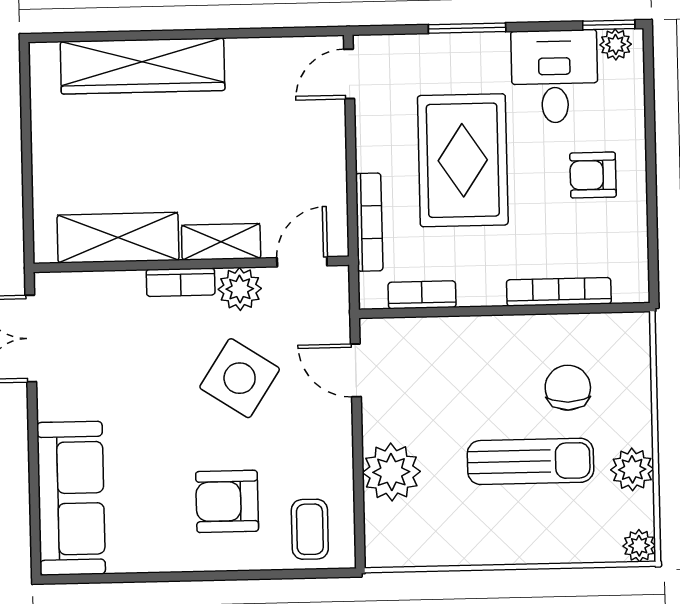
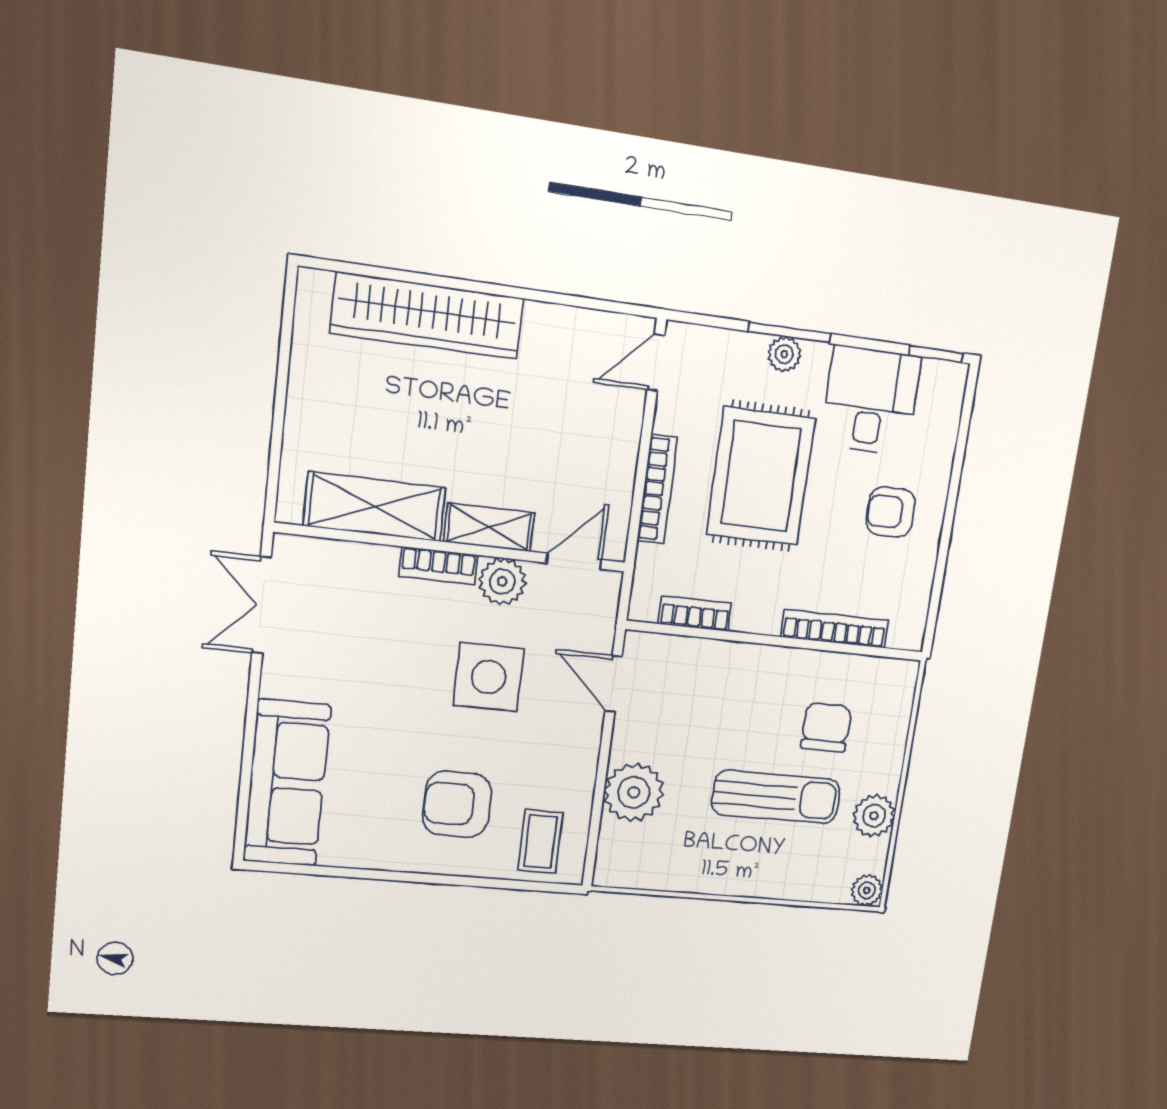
plant: (616, 44) -> (784, 354), moved
bookcase: (369, 222) -> (657, 489), moved
side table: (240, 378) -> (489, 677), turned -33

